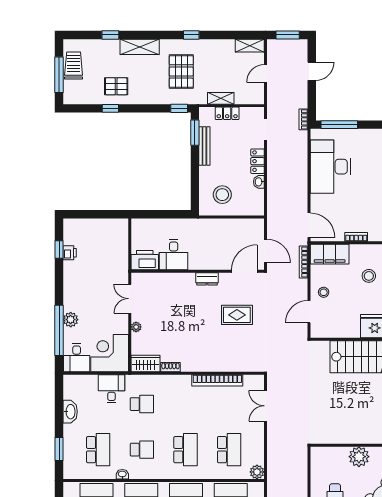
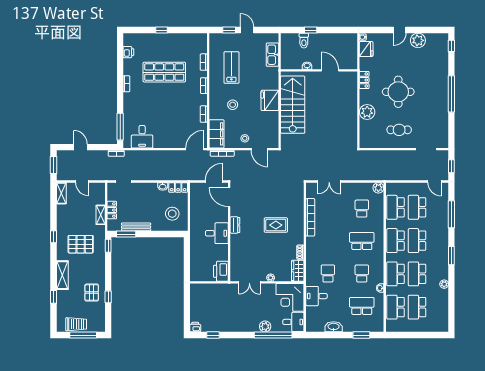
trolley: (74, 65) -> (76, 324), turned 180
locker: (258, 161) -> (178, 187), moved
desk: (330, 167) -> (142, 137), width x0.53, depth x0.77
printer: (70, 253) -> (195, 327), moved
desk: (174, 255) -> (217, 233), moved
rug: (237, 315) -> (276, 225), moved, turned 90
school desk: (229, 450) -> (362, 209), width x0.54

